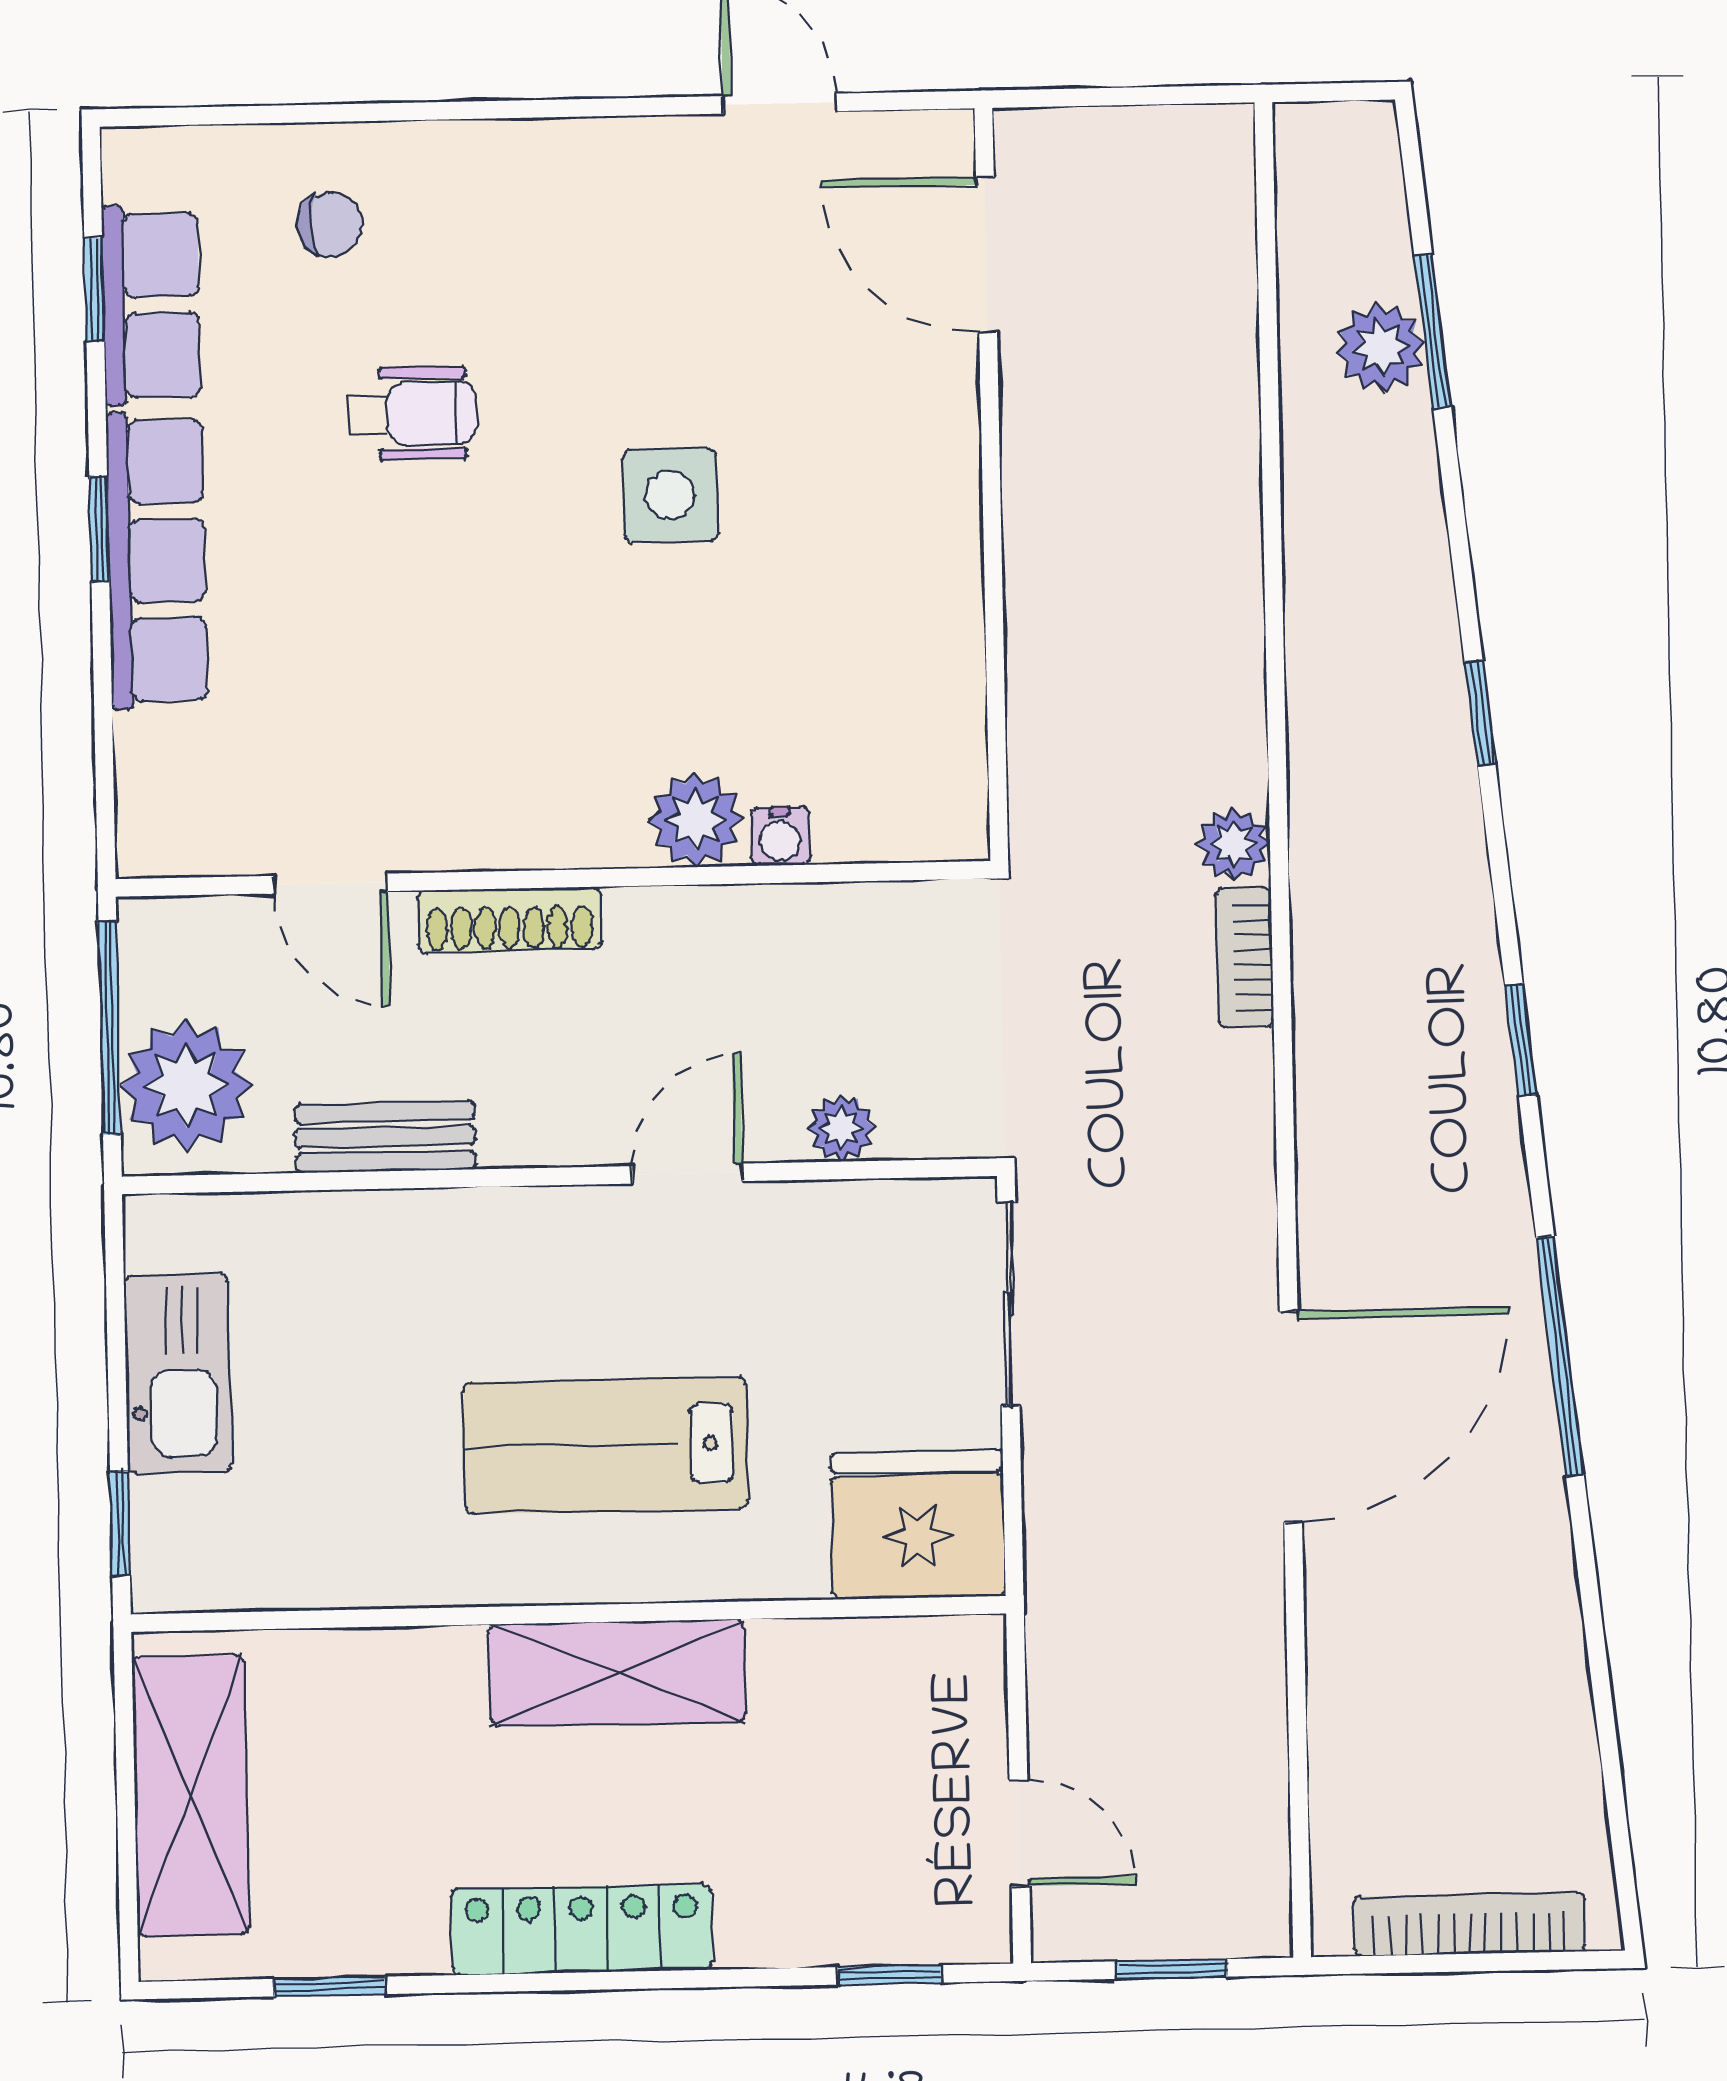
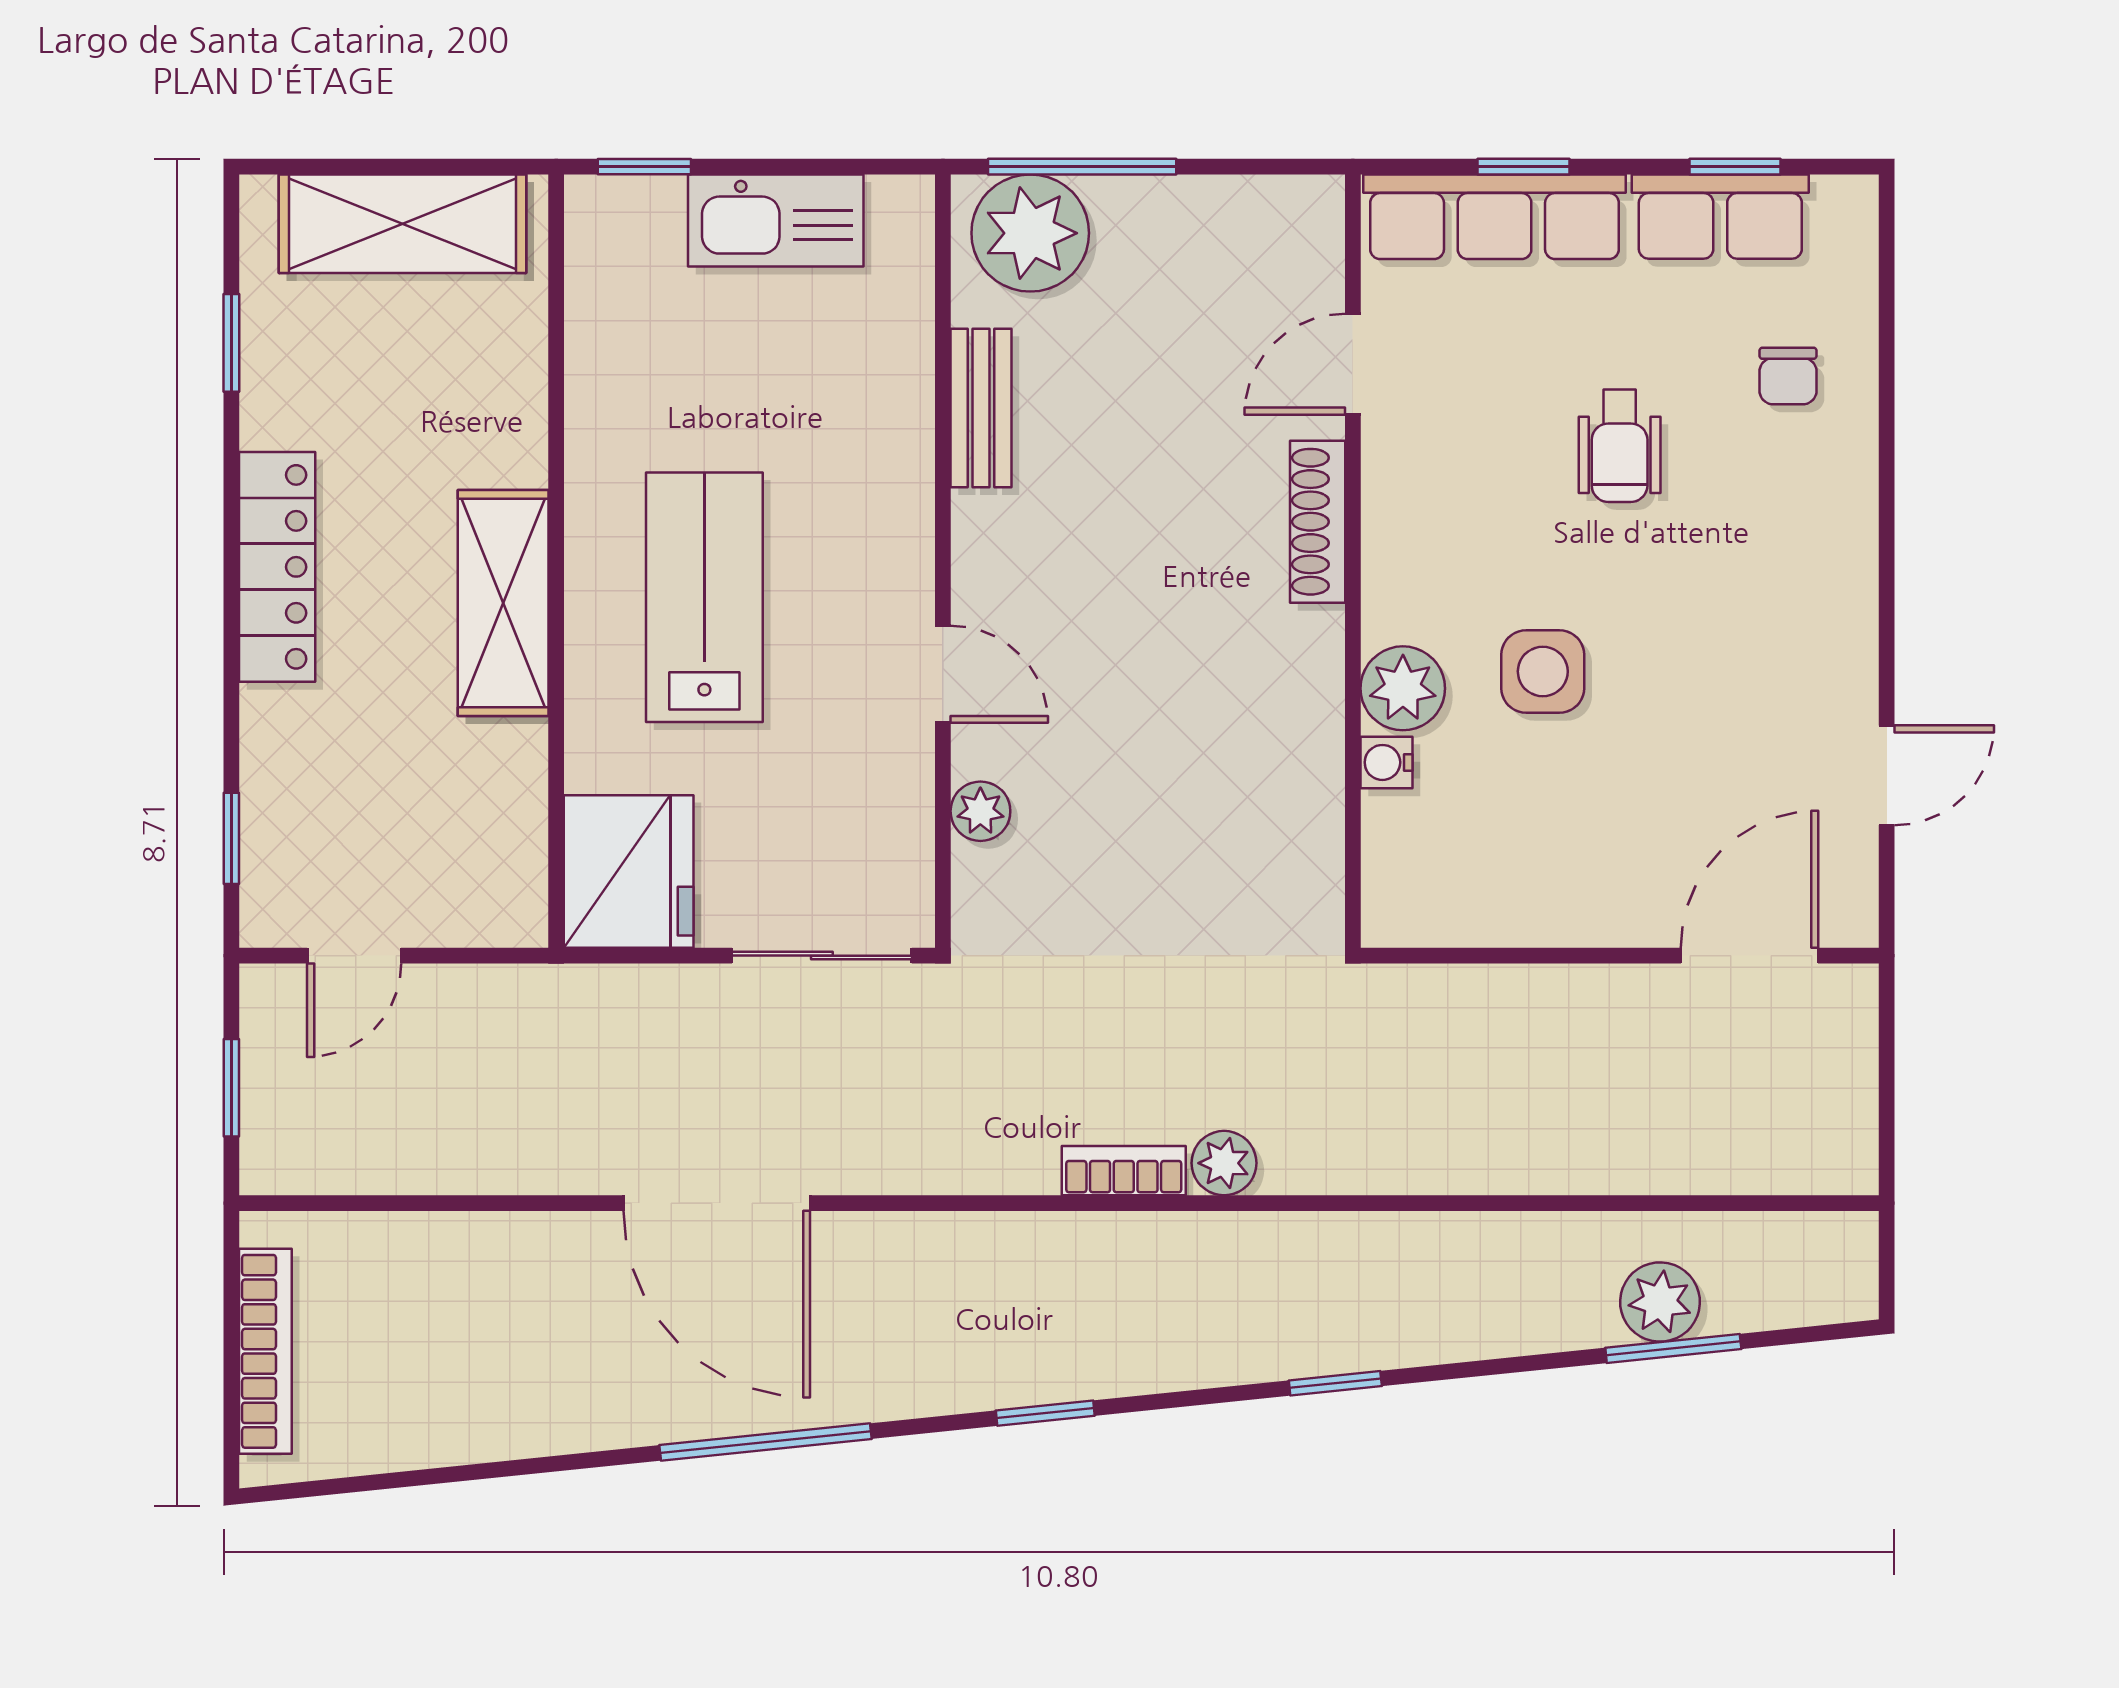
plant: (696, 819) -> (1403, 688), moved
water cooler: (780, 836) -> (1387, 762), moved
wall: (553, 879) -> (1353, 561), moved
door: (330, 883) -> (1353, 364), moved
shoe rack: (509, 920) -> (1318, 522), moved

